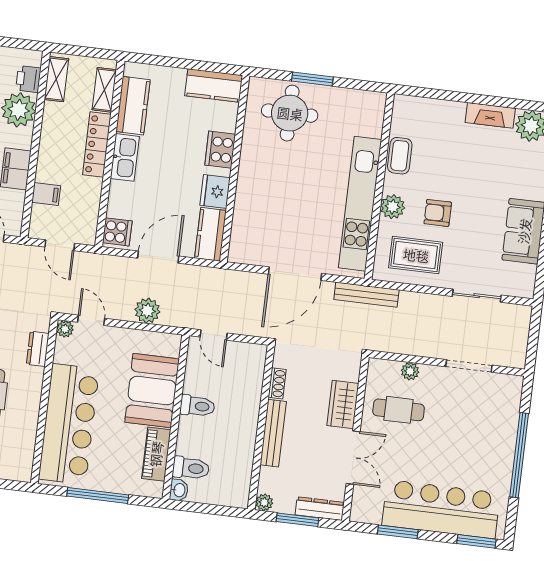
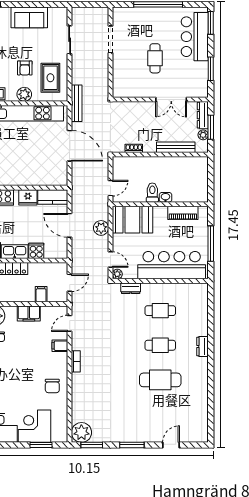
cooker: (117, 232) -> (36, 251), moved
door: (91, 320) -> (110, 260), swing flipped
plant: (410, 371) -> (118, 73), removed
booth: (152, 391) -> (132, 220), moved
wardrobe: (343, 404) -> (141, 109), removed
cafe table: (399, 410) -> (155, 58), moved
bench: (273, 433) -> (176, 147), moved
double door: (353, 458) -> (171, 100), swing flipped
toilet: (191, 468) -> (188, 192), removed
washbasin: (179, 490) -> (165, 197), moved
plant: (264, 502) -> (203, 135), moved
bar counter: (441, 509) -> (195, 37), width x0.73

